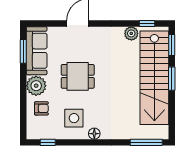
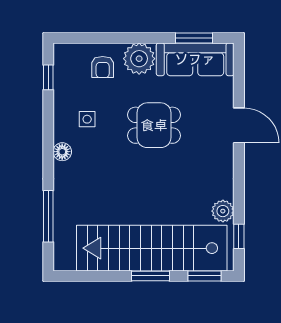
dining table: (78, 76) -> (154, 125), turned 90
side table: (74, 118) -> (87, 119), width x0.54, depth x0.54
window: (146, 142) -> (48, 216), moved

